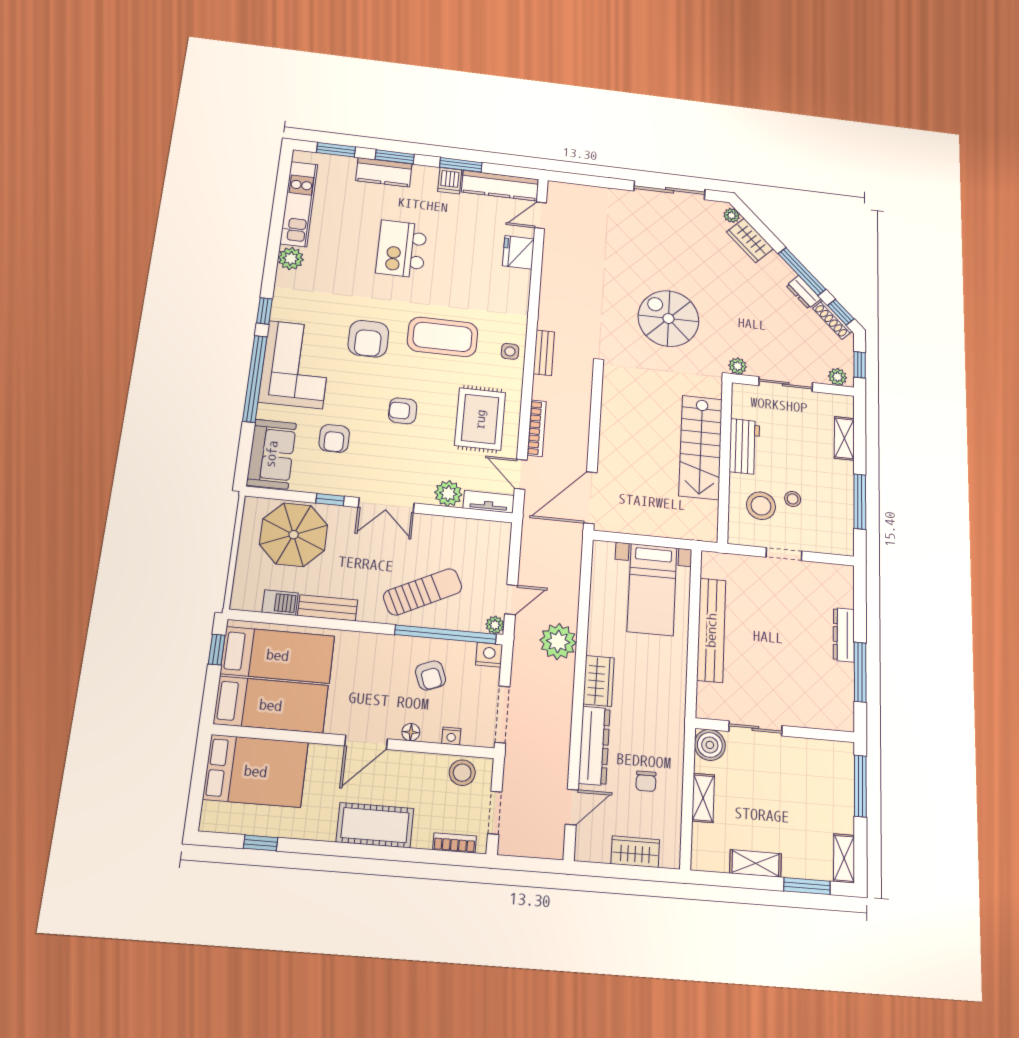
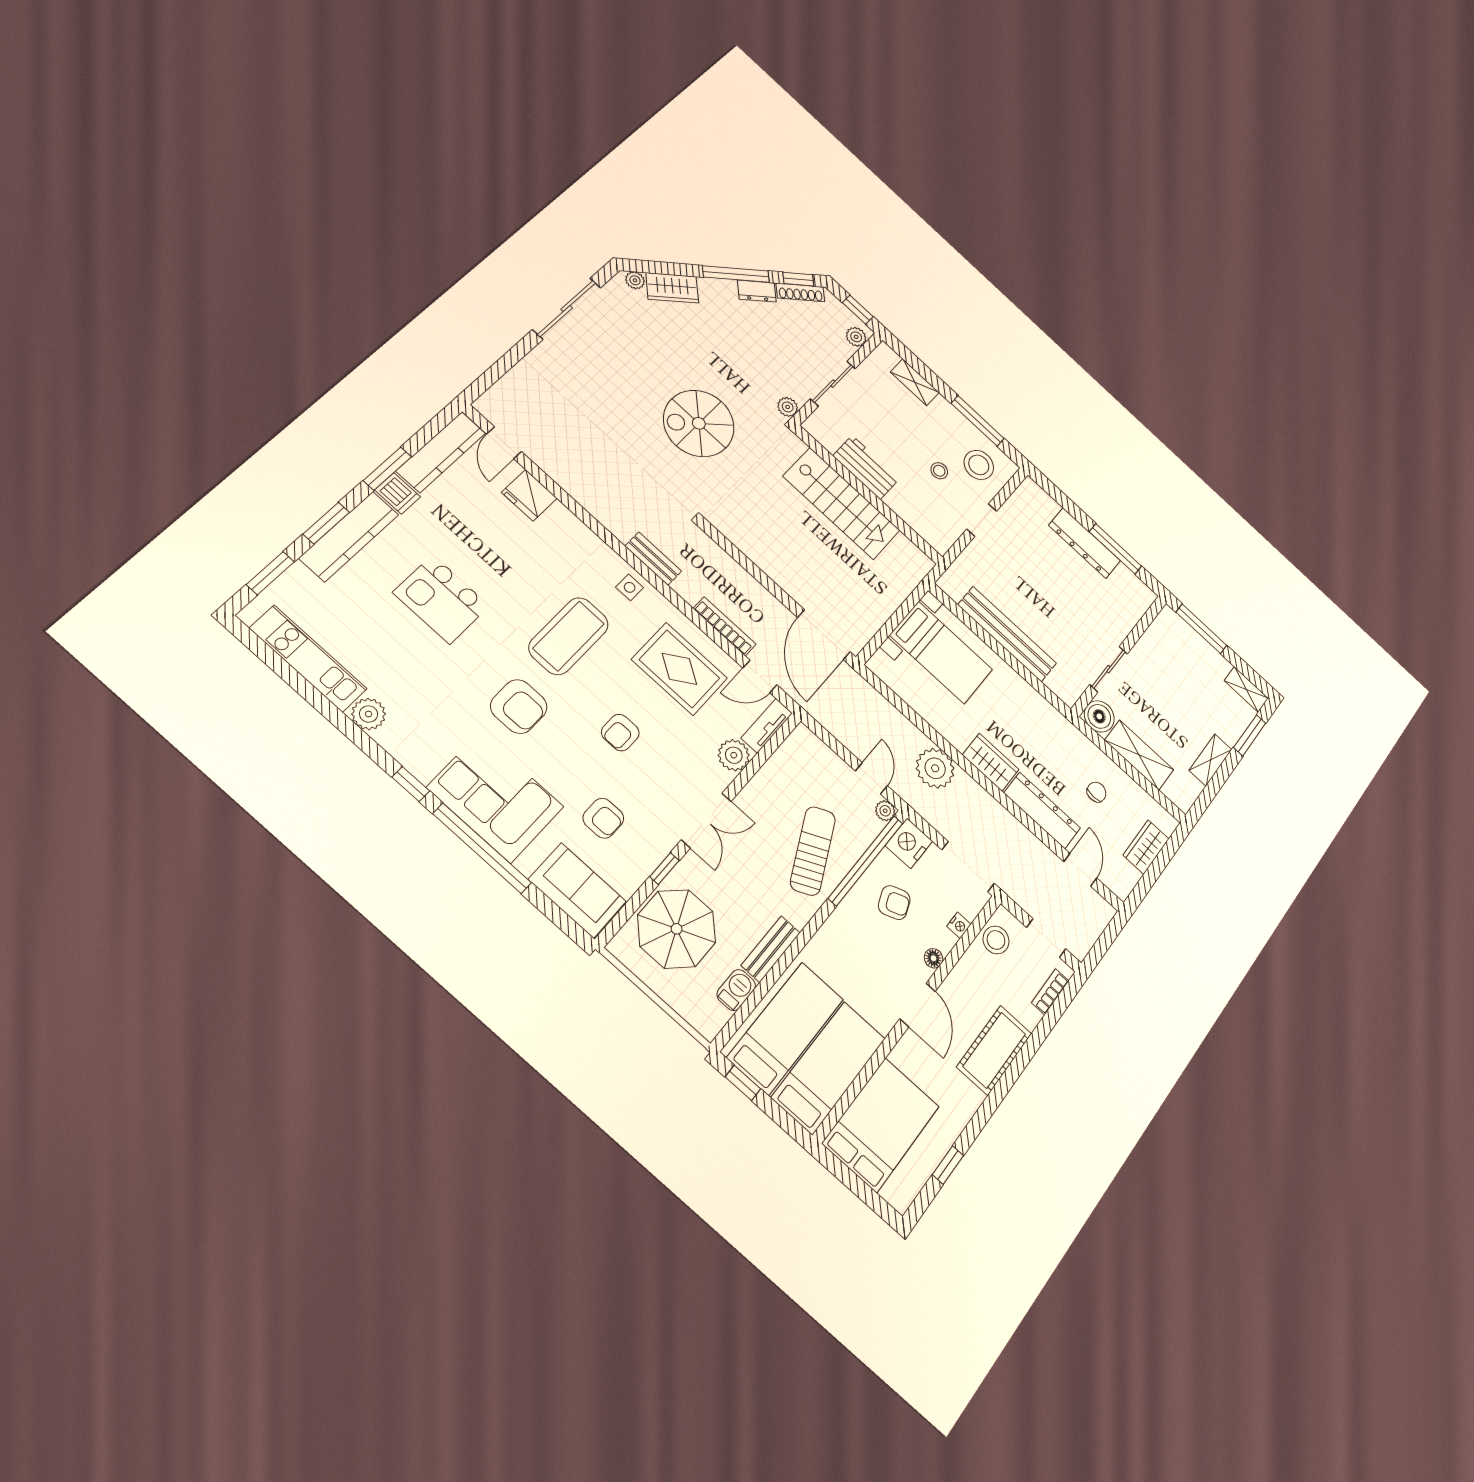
kitchen counter: (384, 172) -> (349, 536), width x1.50
stool: (761, 506) -> (979, 465), moved
dresser: (844, 635) -> (1084, 543), width x1.37, depth x1.24
nightstand: (489, 655) -> (909, 843), width x1.36, depth x1.33
chair: (646, 781) -> (1097, 792), turned -90
shelving: (703, 798) -> (1139, 755), width x1.50, depth x1.33

